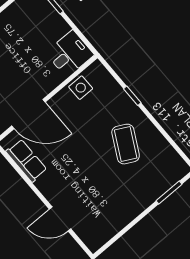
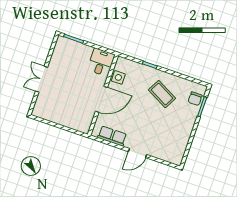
door: (28, 114) -> (101, 99), moved
chair: (166, 176) -> (195, 99), added
door: (60, 219) -> (137, 153), moved

